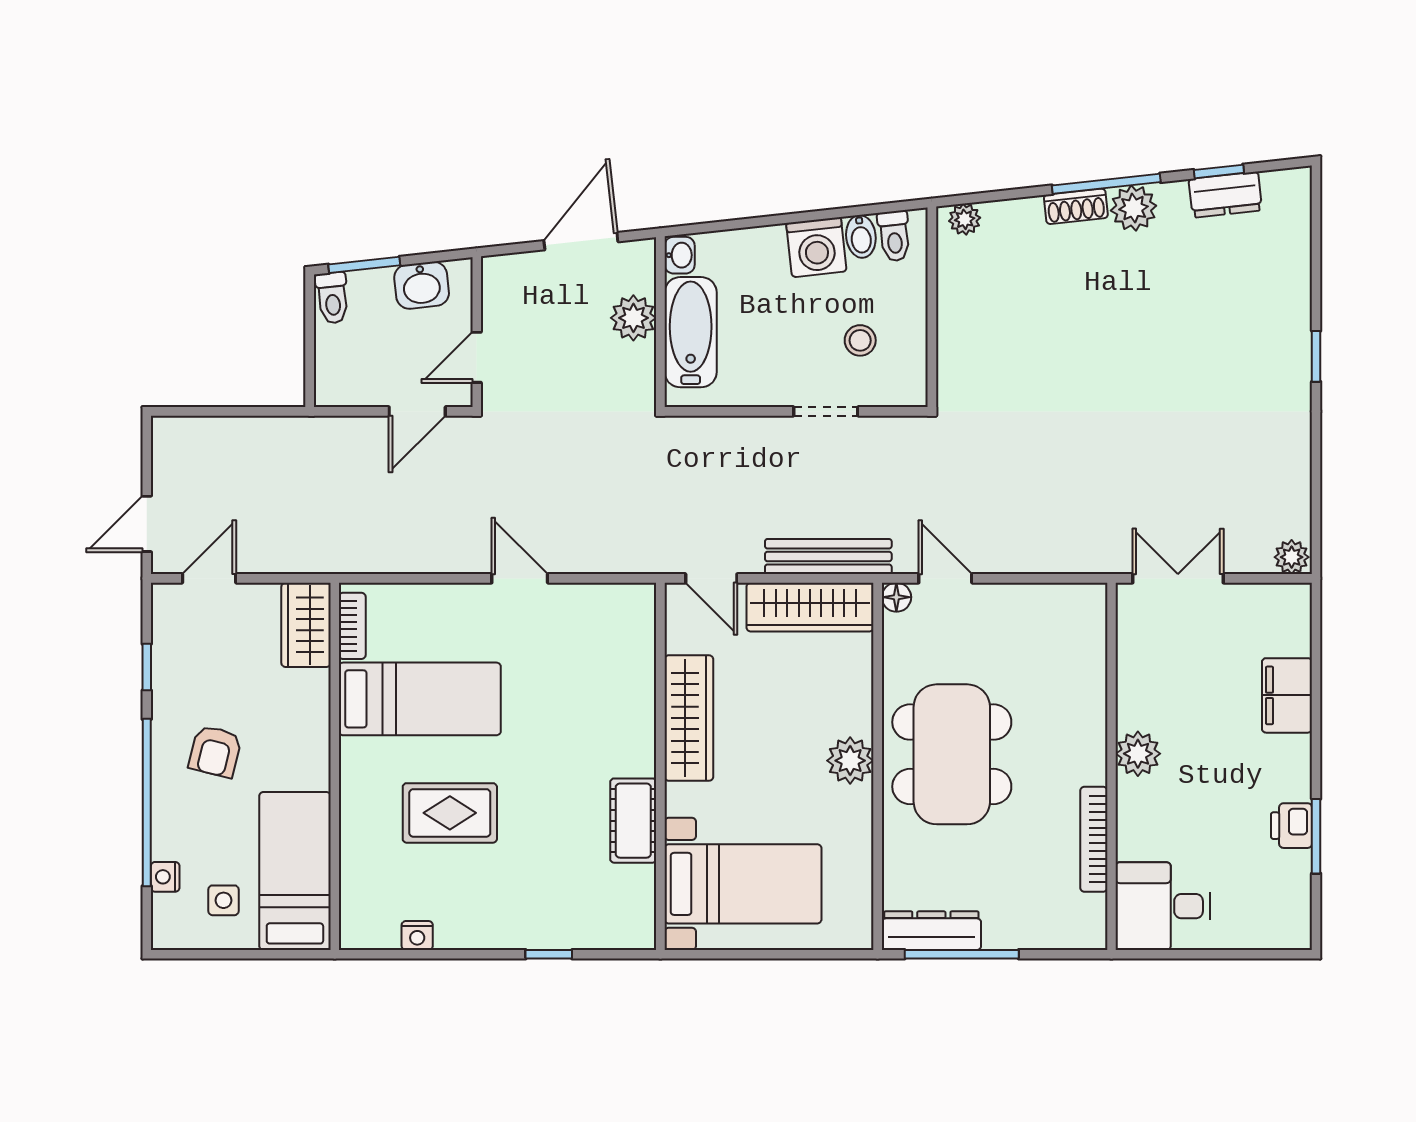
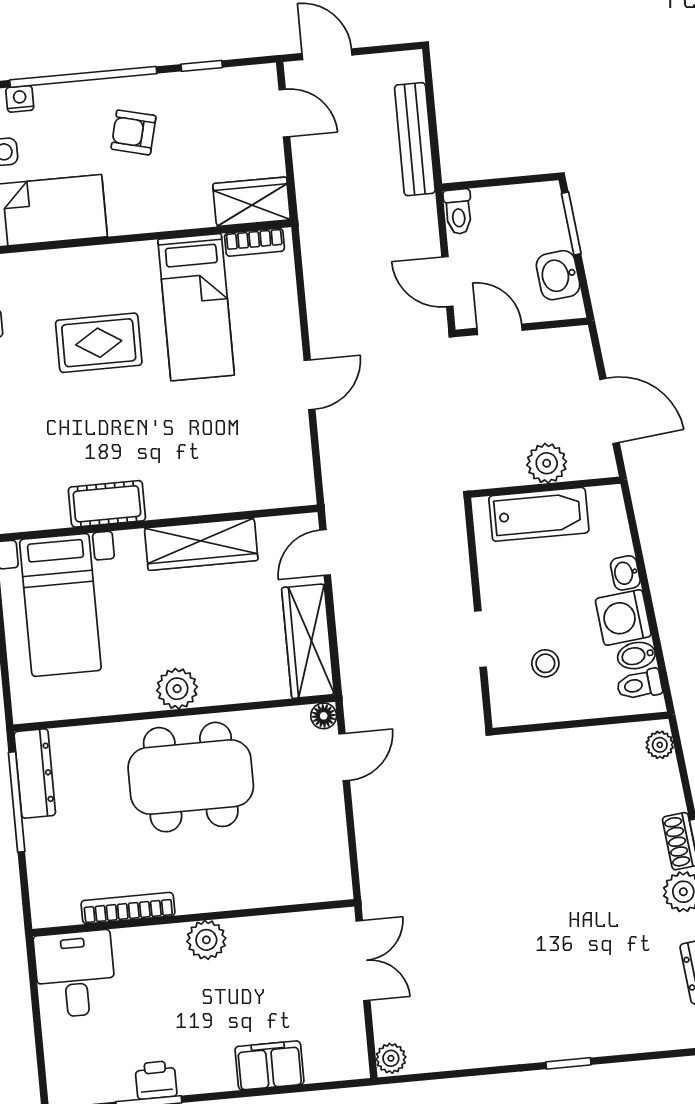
washbasin: (680, 255) -> (625, 573), moved, turned 84
toilet: (332, 298) -> (458, 212), moved, turned -84
bench: (828, 557) -> (415, 139), moved
rug: (450, 813) -> (99, 343), turned 90

